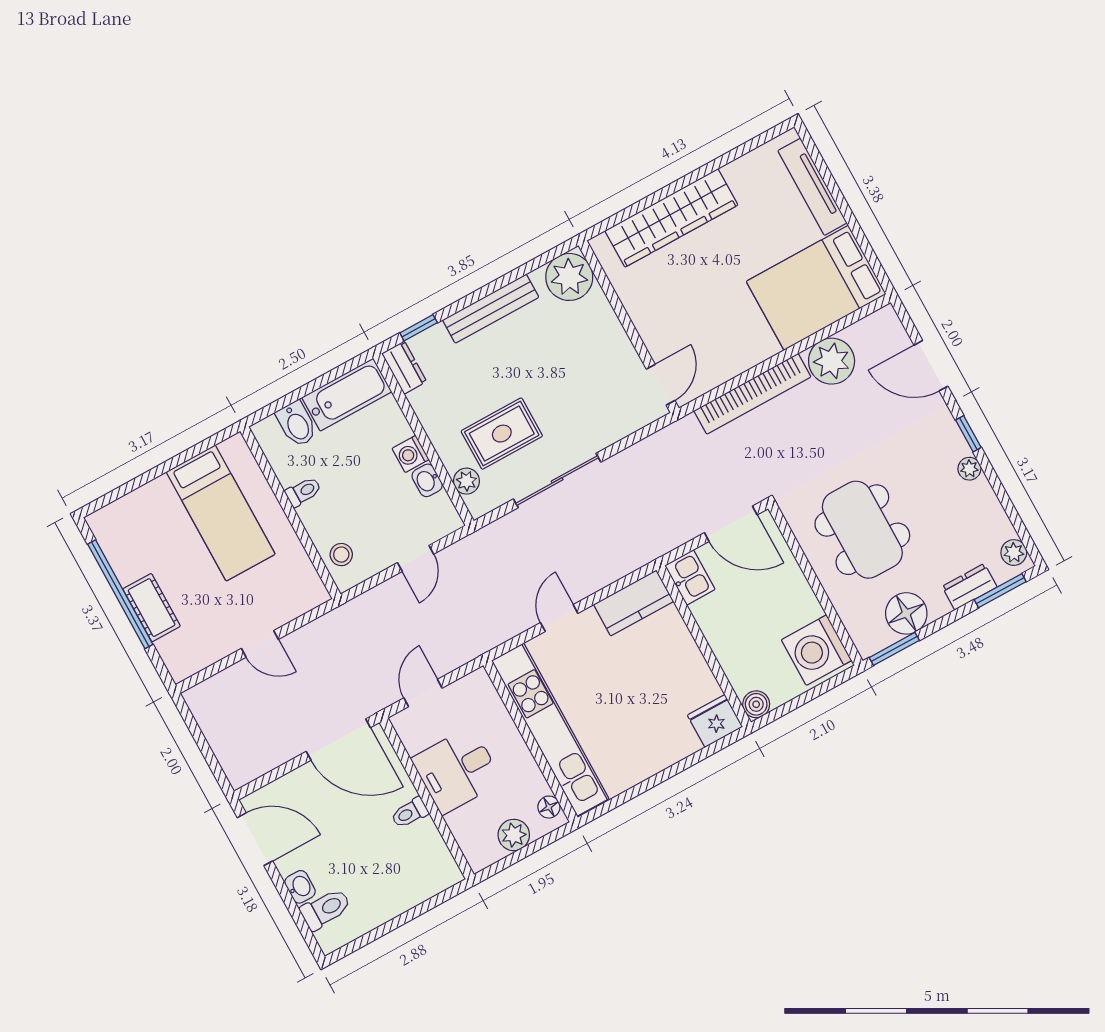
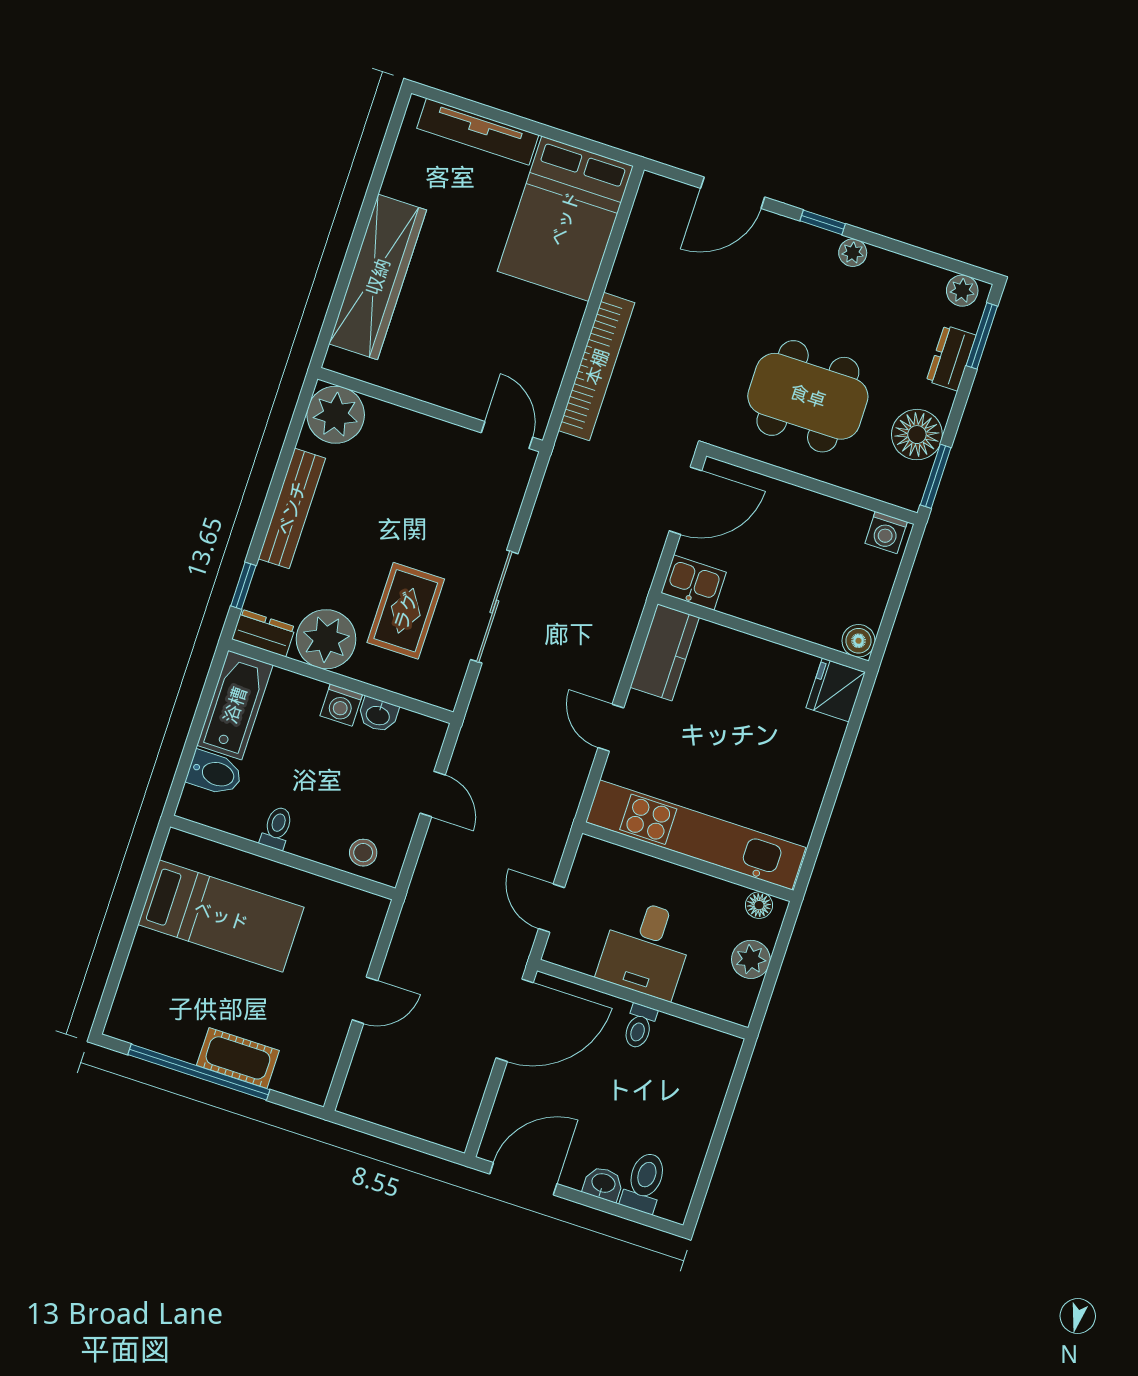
plant: (832, 361) -> (640, 271), removed
plant: (466, 481) -> (326, 639), moved, width x1.88, depth x1.88
washing machine: (816, 650) -> (886, 532), width x0.53, depth x0.53

